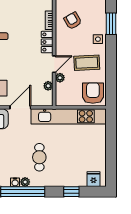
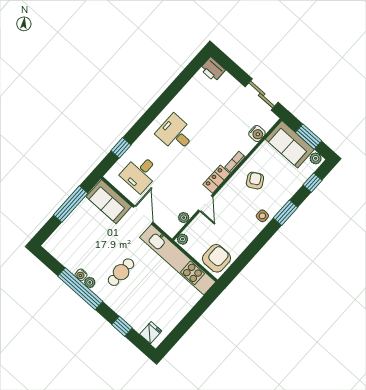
coffee table: (87, 63) -> (235, 228), removed
door: (54, 64) -> (205, 203), hinge flipped
plant: (60, 78) -> (183, 239), moved
door: (20, 107) -> (143, 215), hinge flipped

